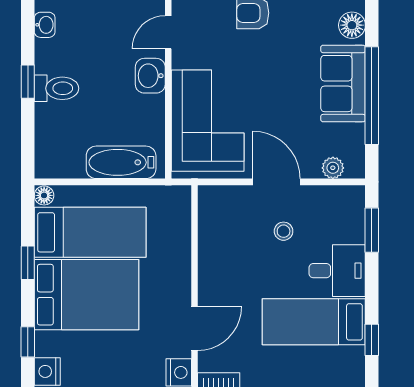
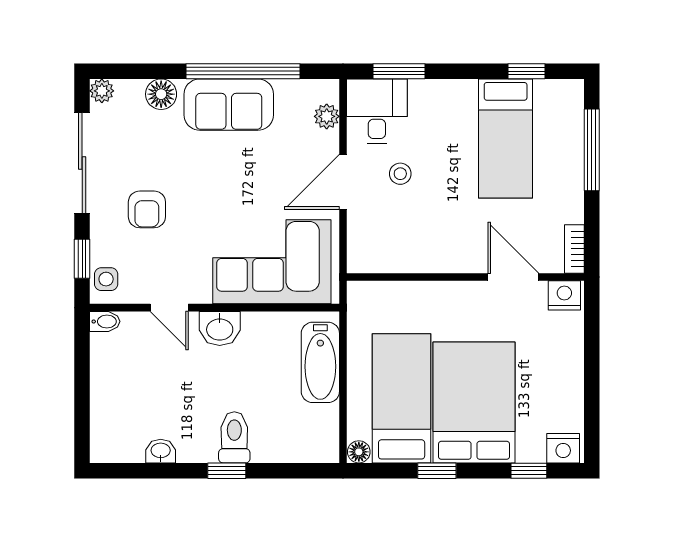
desk: (337, 271) -> (377, 111), moved

